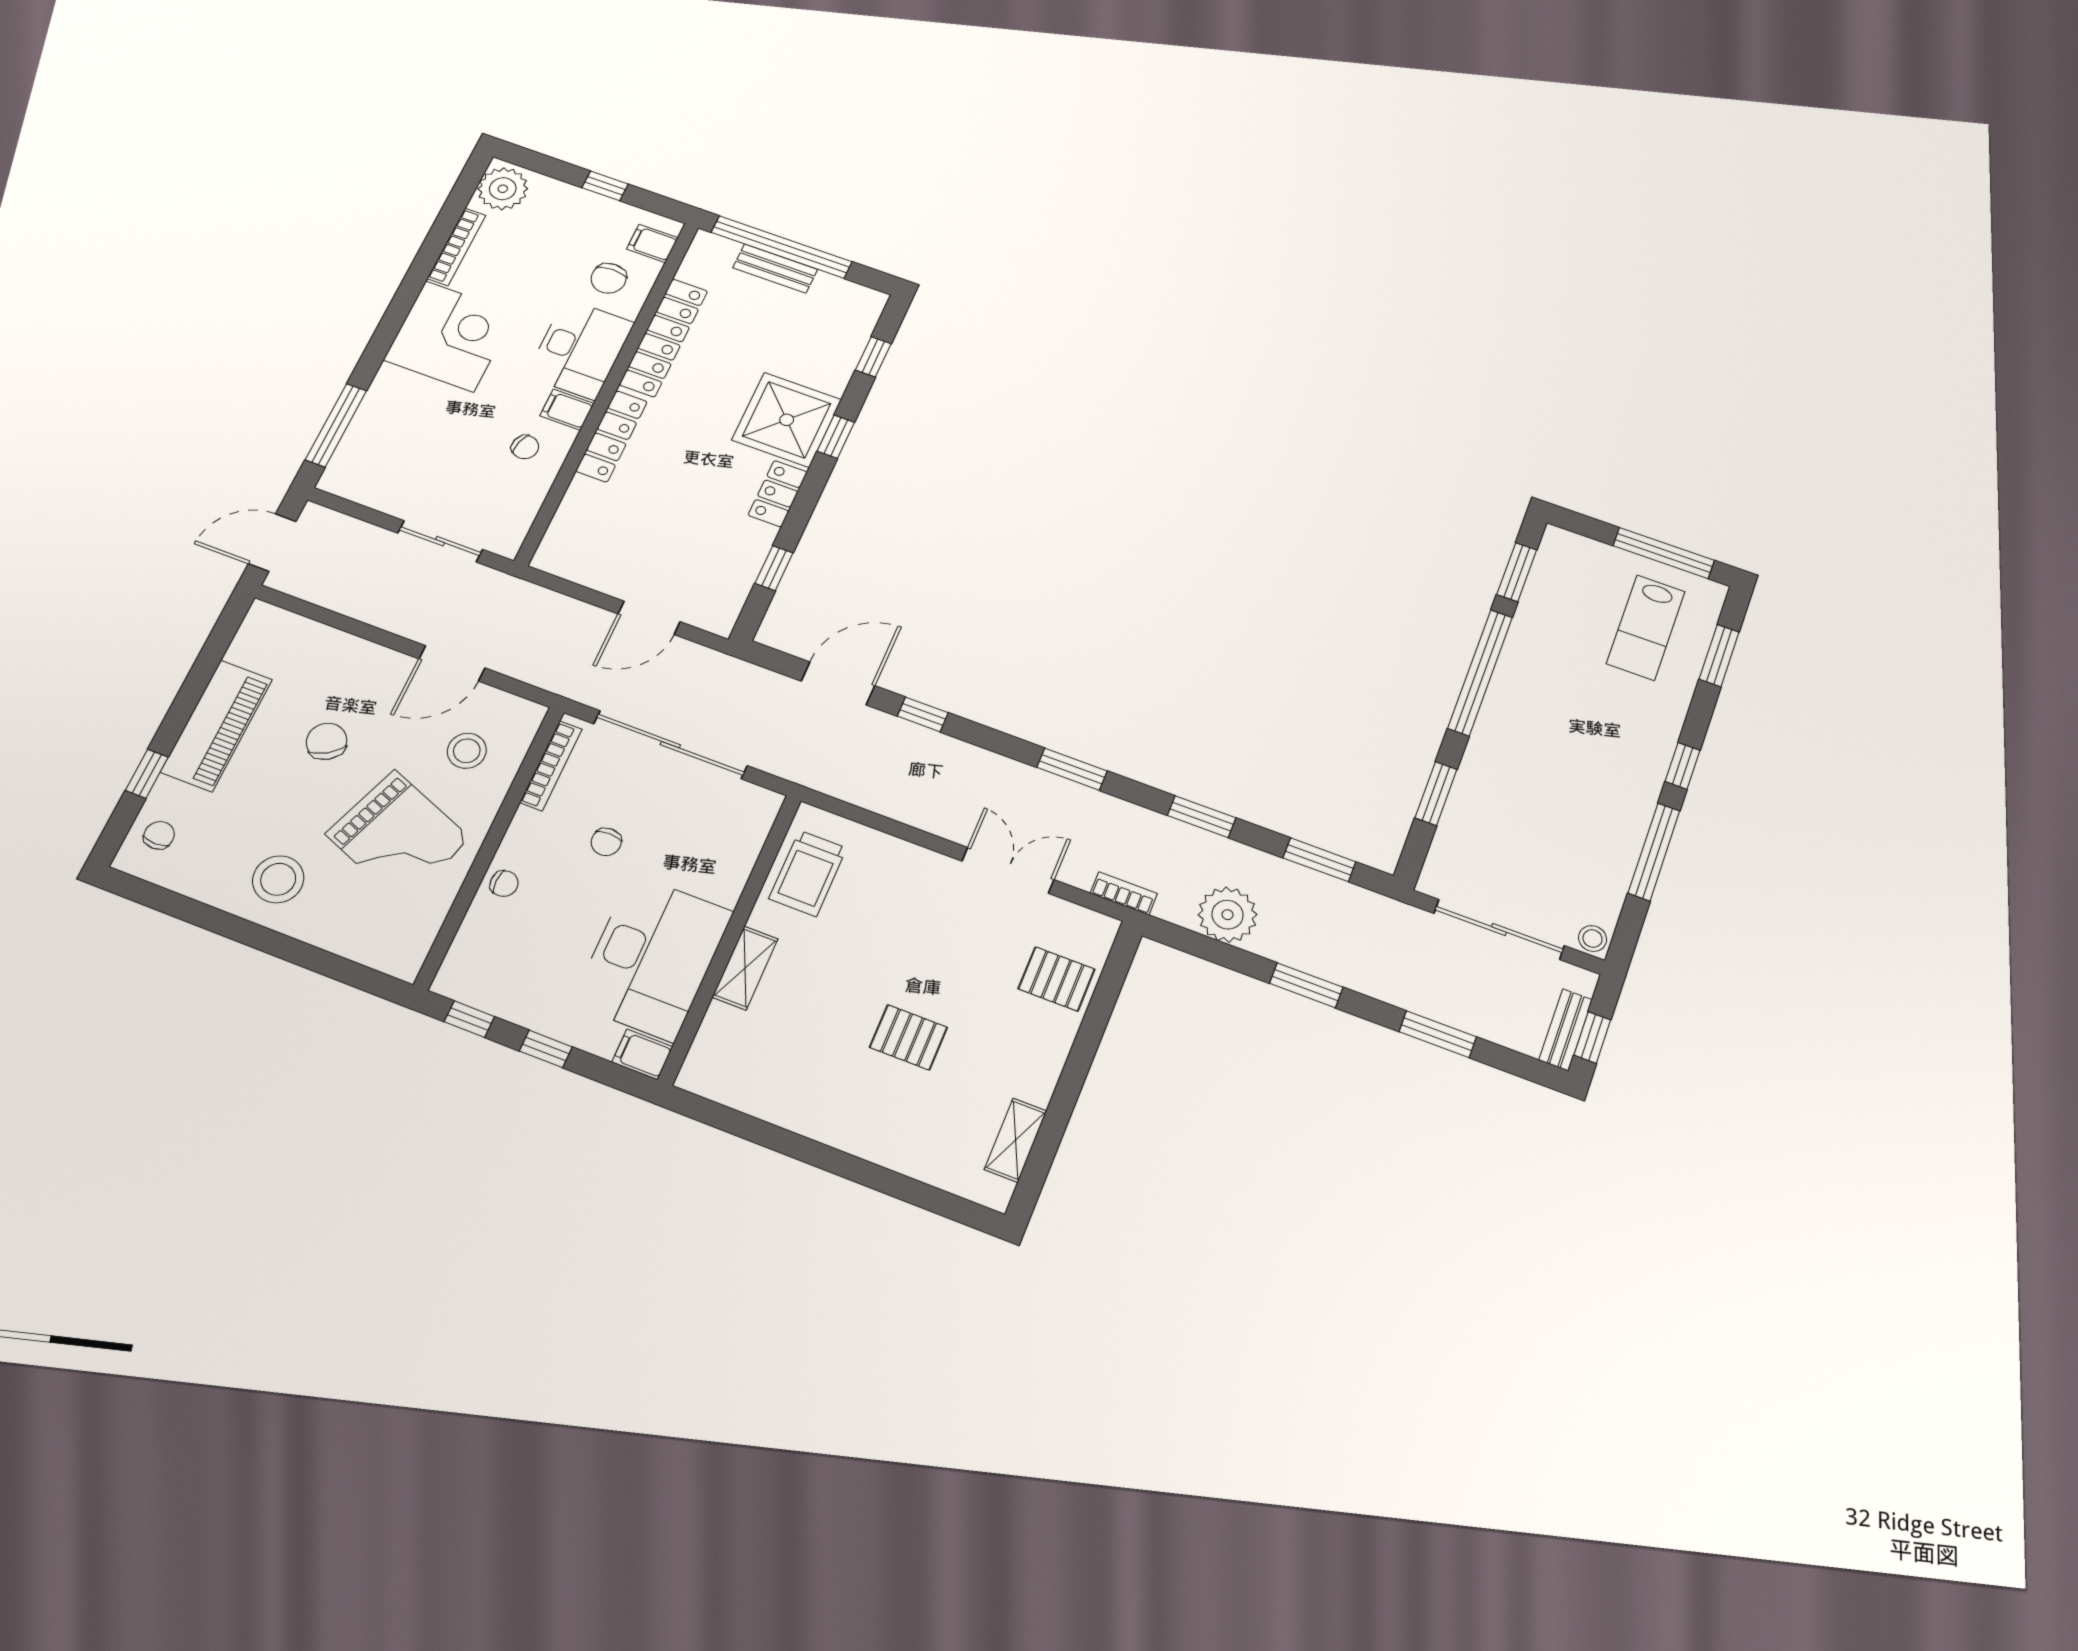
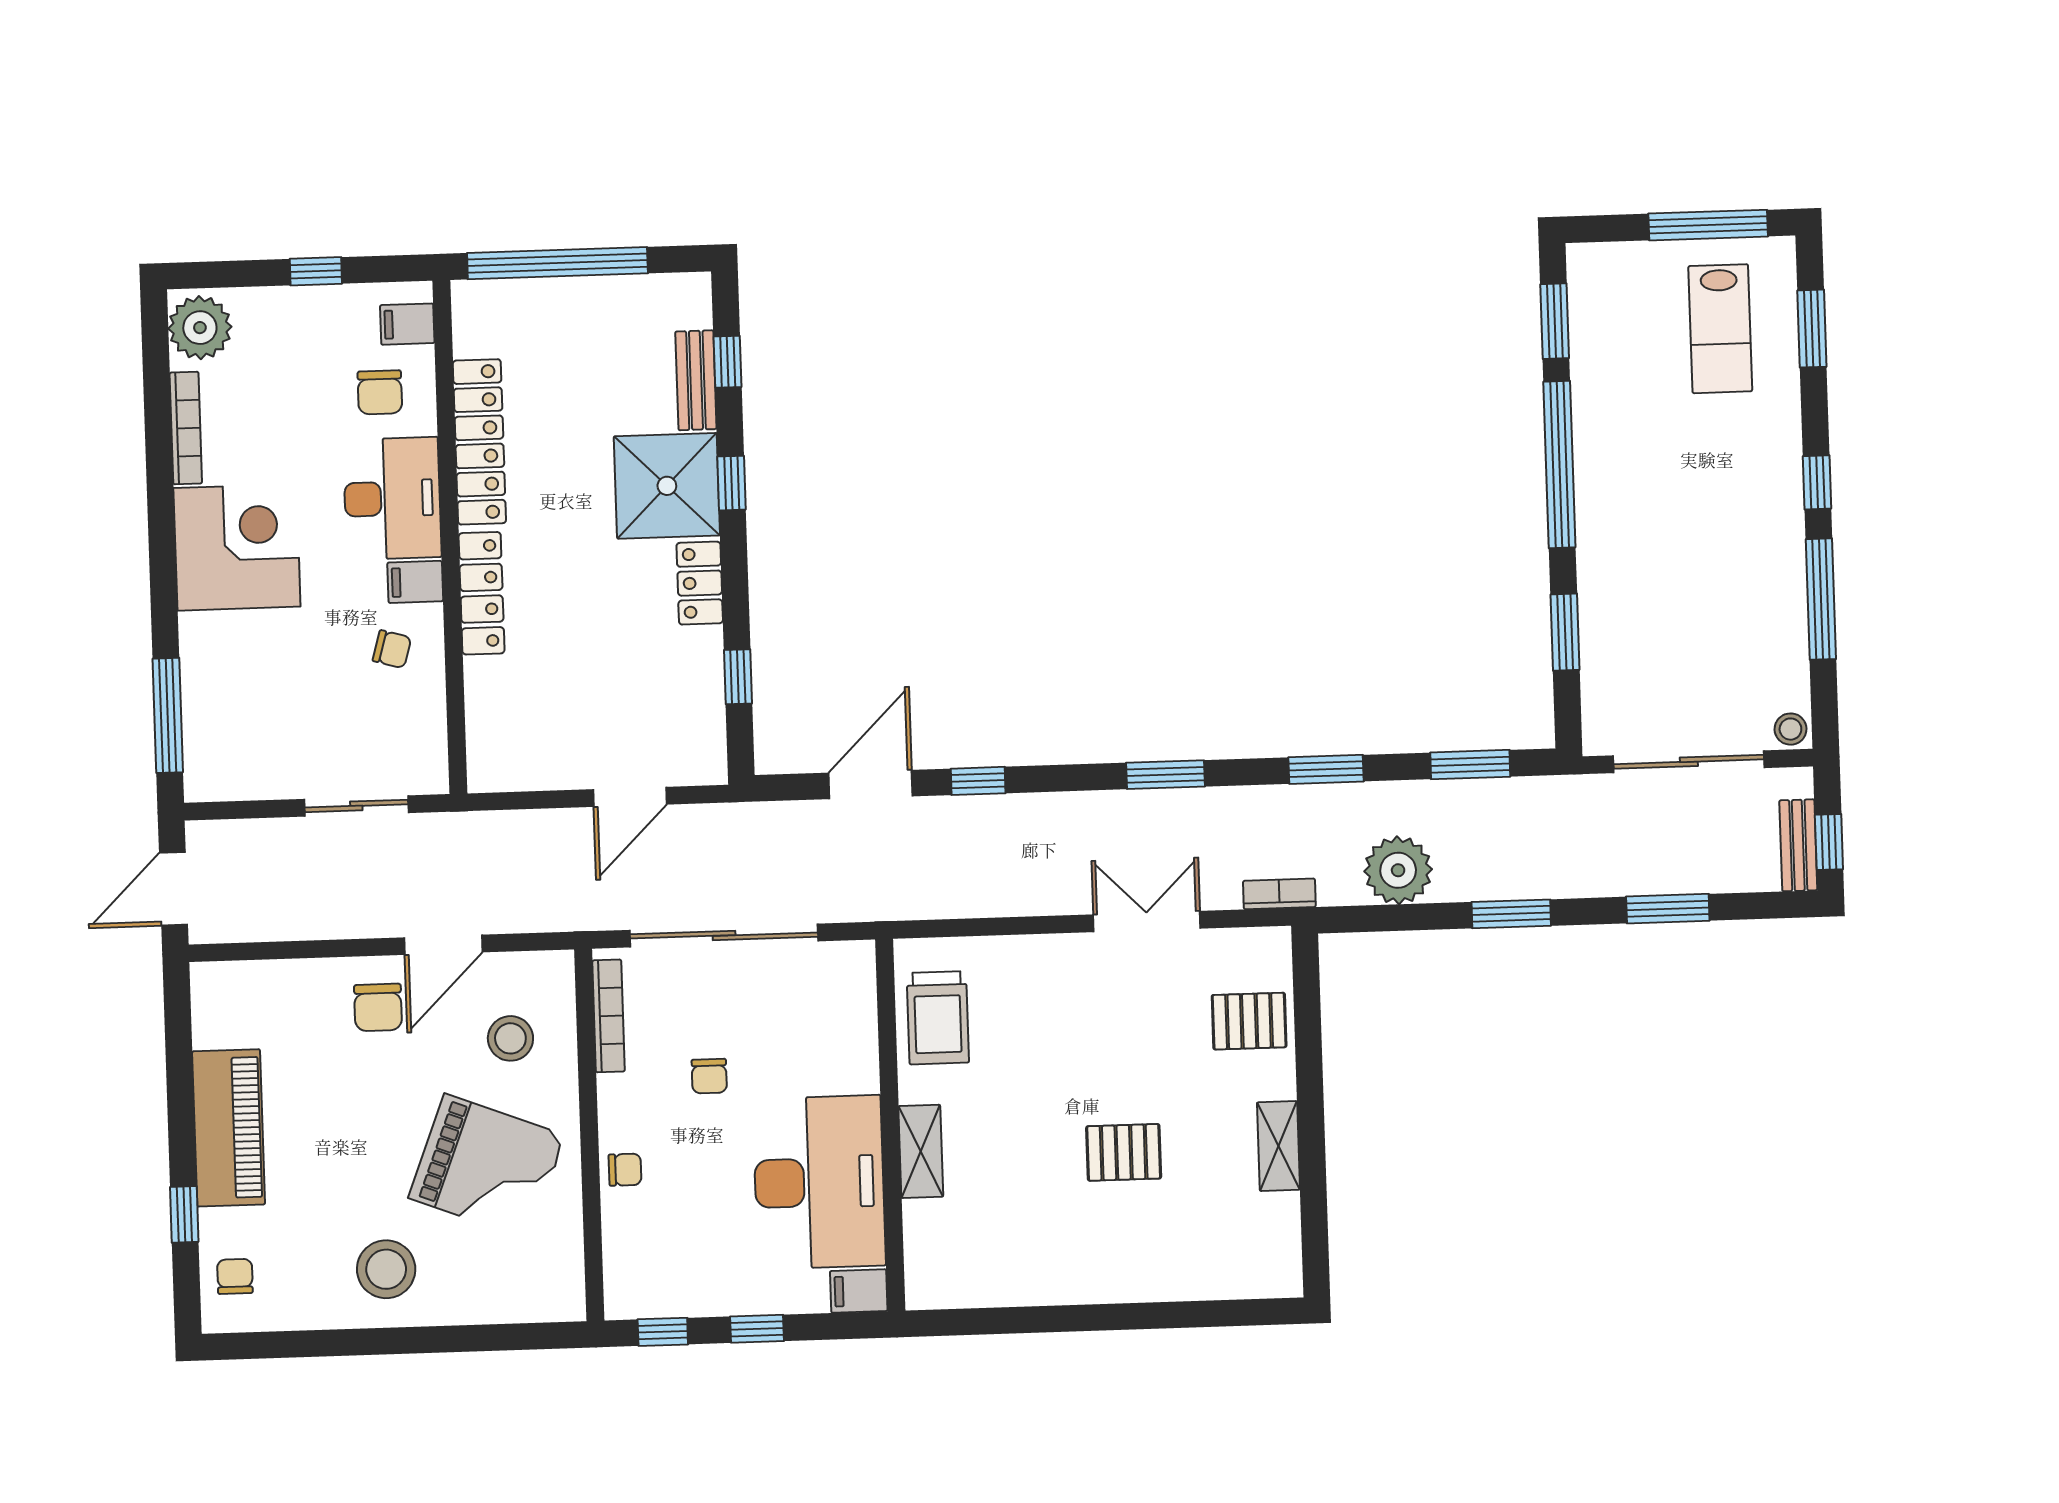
bench: (775, 269) -> (696, 380), moved, turned 90
chair: (327, 741) -> (378, 1007), moved, turned -148
shelving: (1015, 1140) -> (1278, 1146), moved

